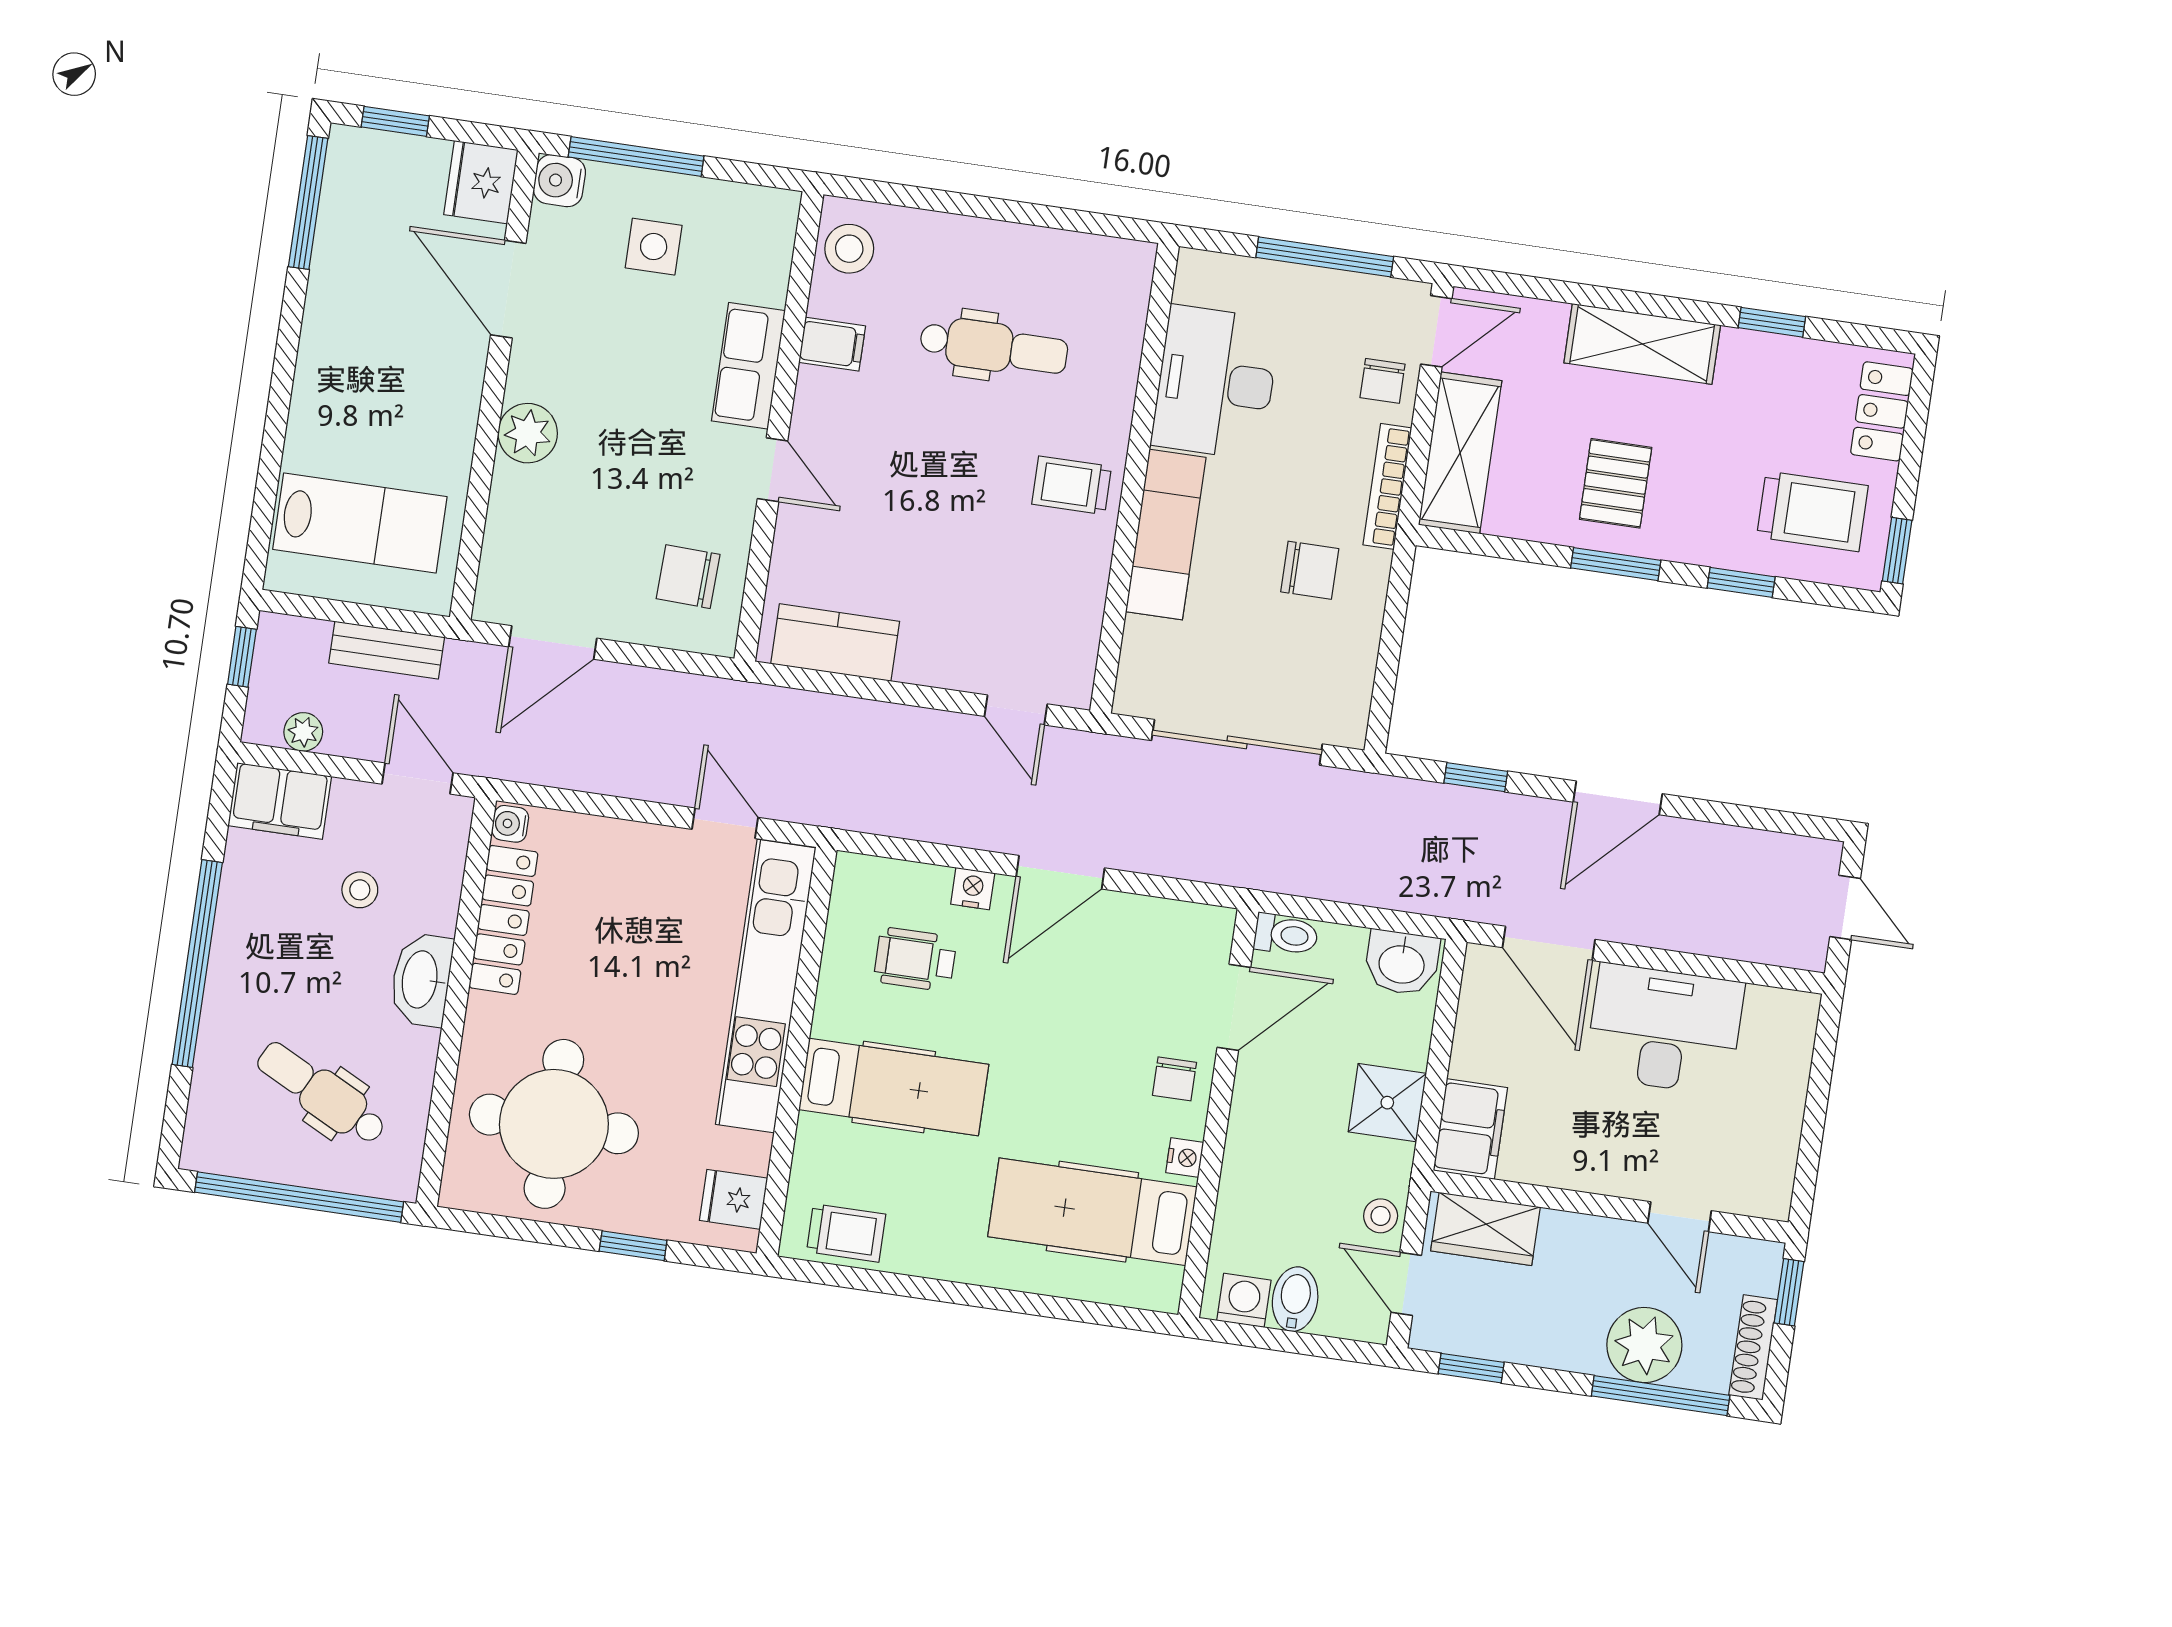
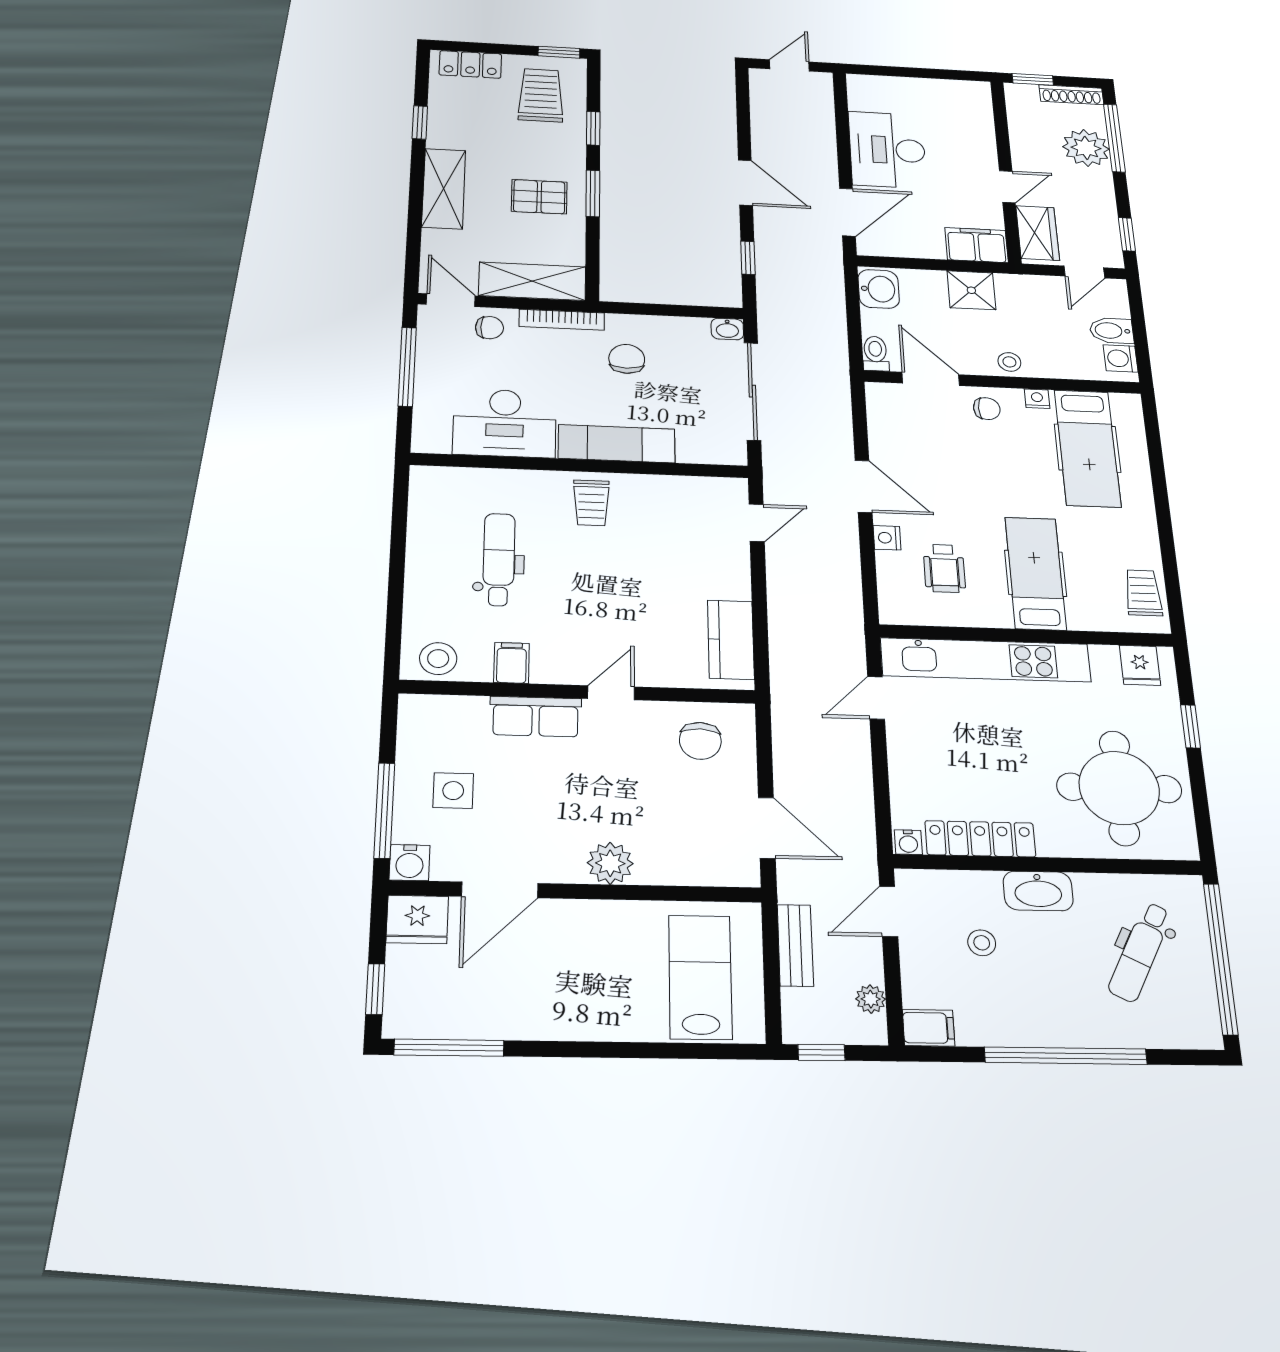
washbasin: (1349, 725) -> (727, 329), added
filing cabinet: (280, 801) -> (929, 1028), width x0.50
stool: (1381, 1216) -> (1009, 362), moved
door: (1680, 1217) -> (1007, 187), moved

